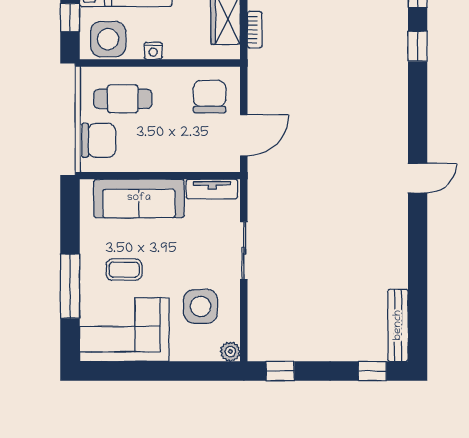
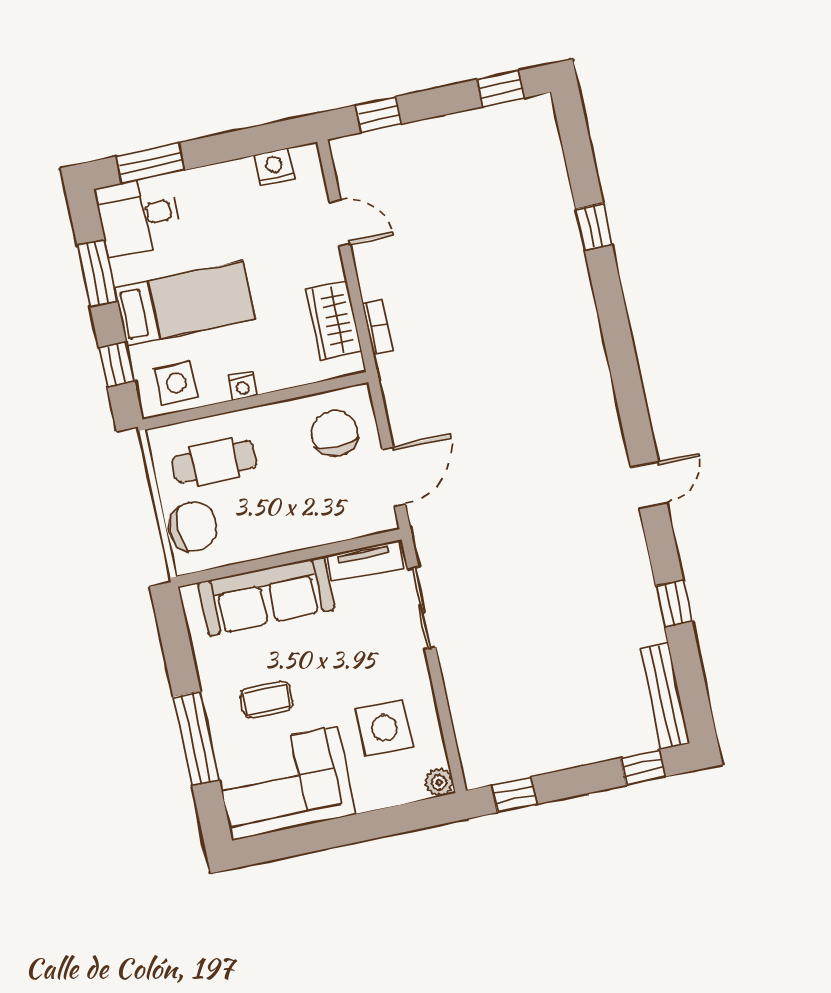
side table: (108, 39) -> (176, 383), width x0.73, depth x0.73
window: (418, 46) -> (674, 604), moved
sliding door: (244, 251) -> (422, 608), moved

